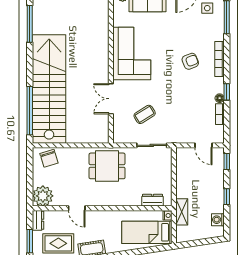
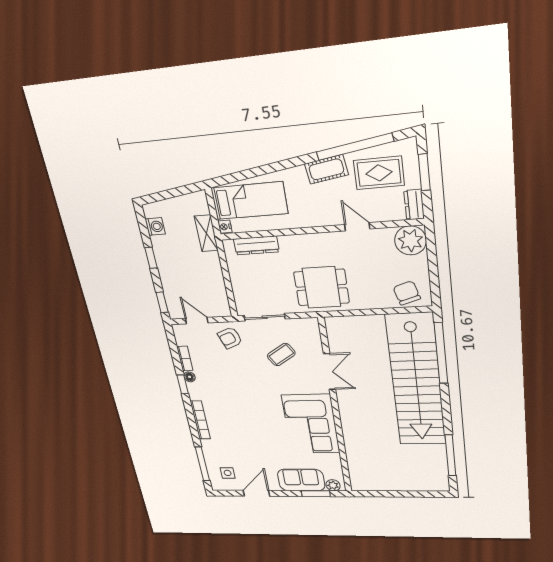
armchair: (190, 61) -> (230, 338), moved
dresser: (152, 200) -> (256, 245), width x1.44

